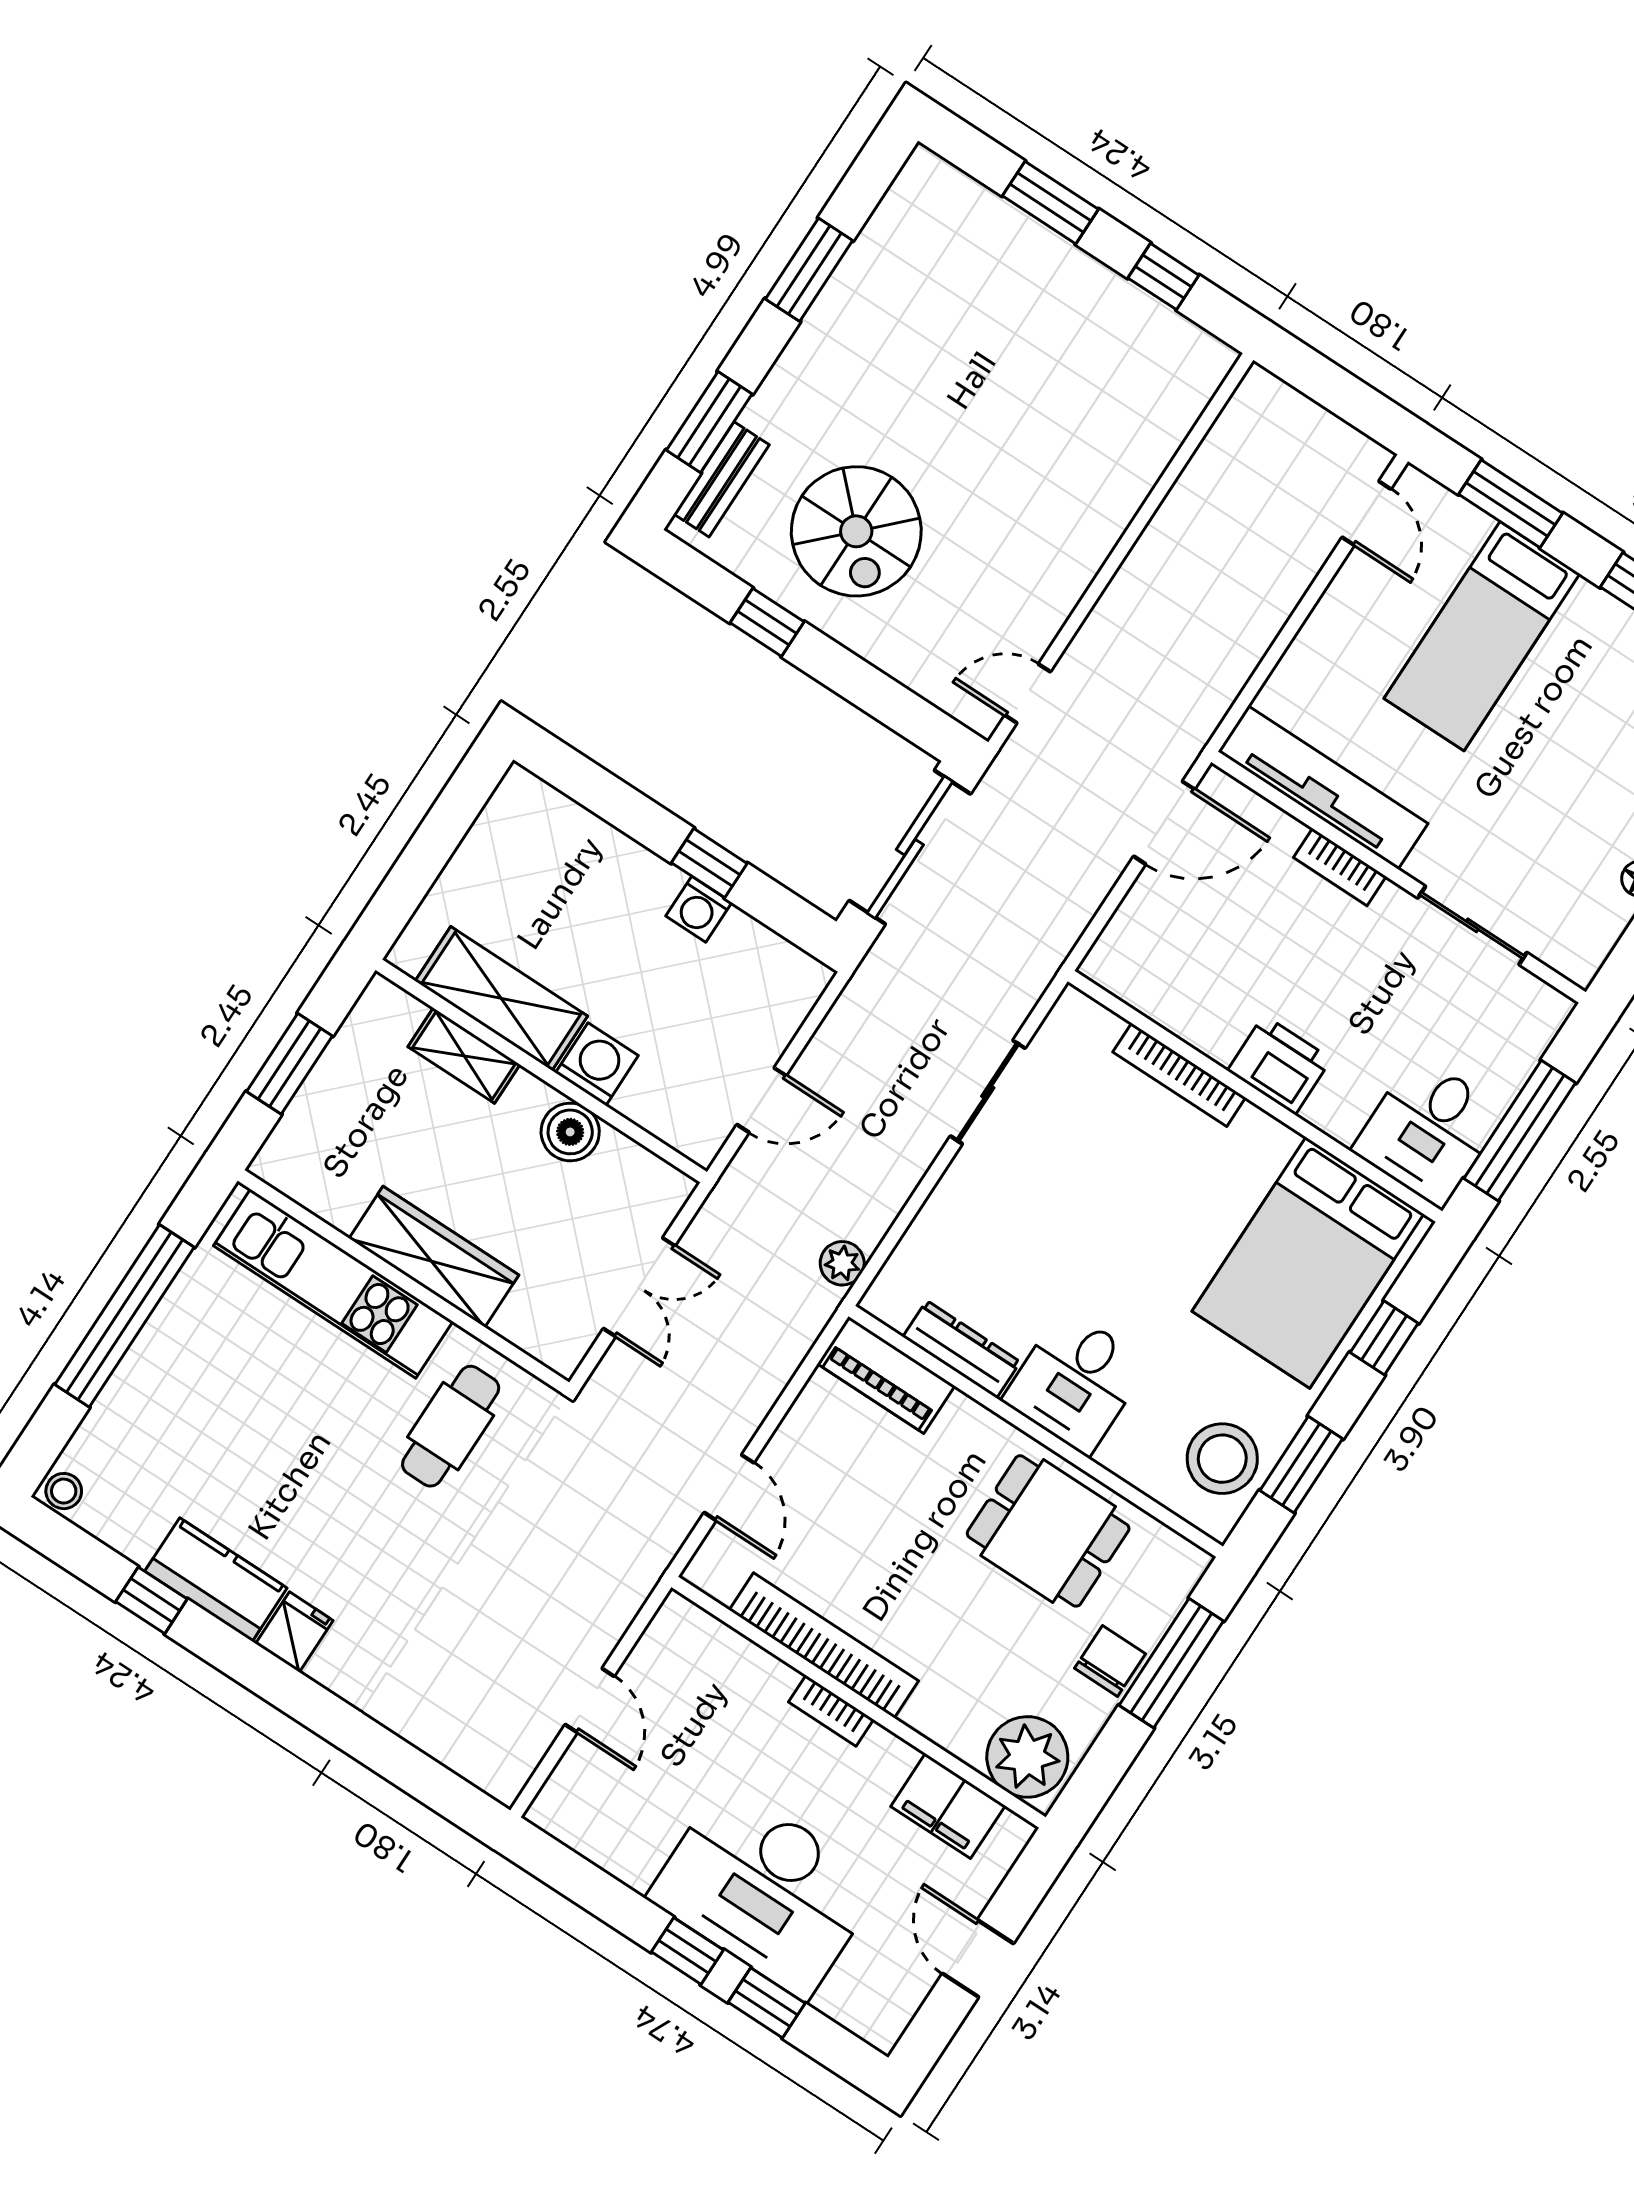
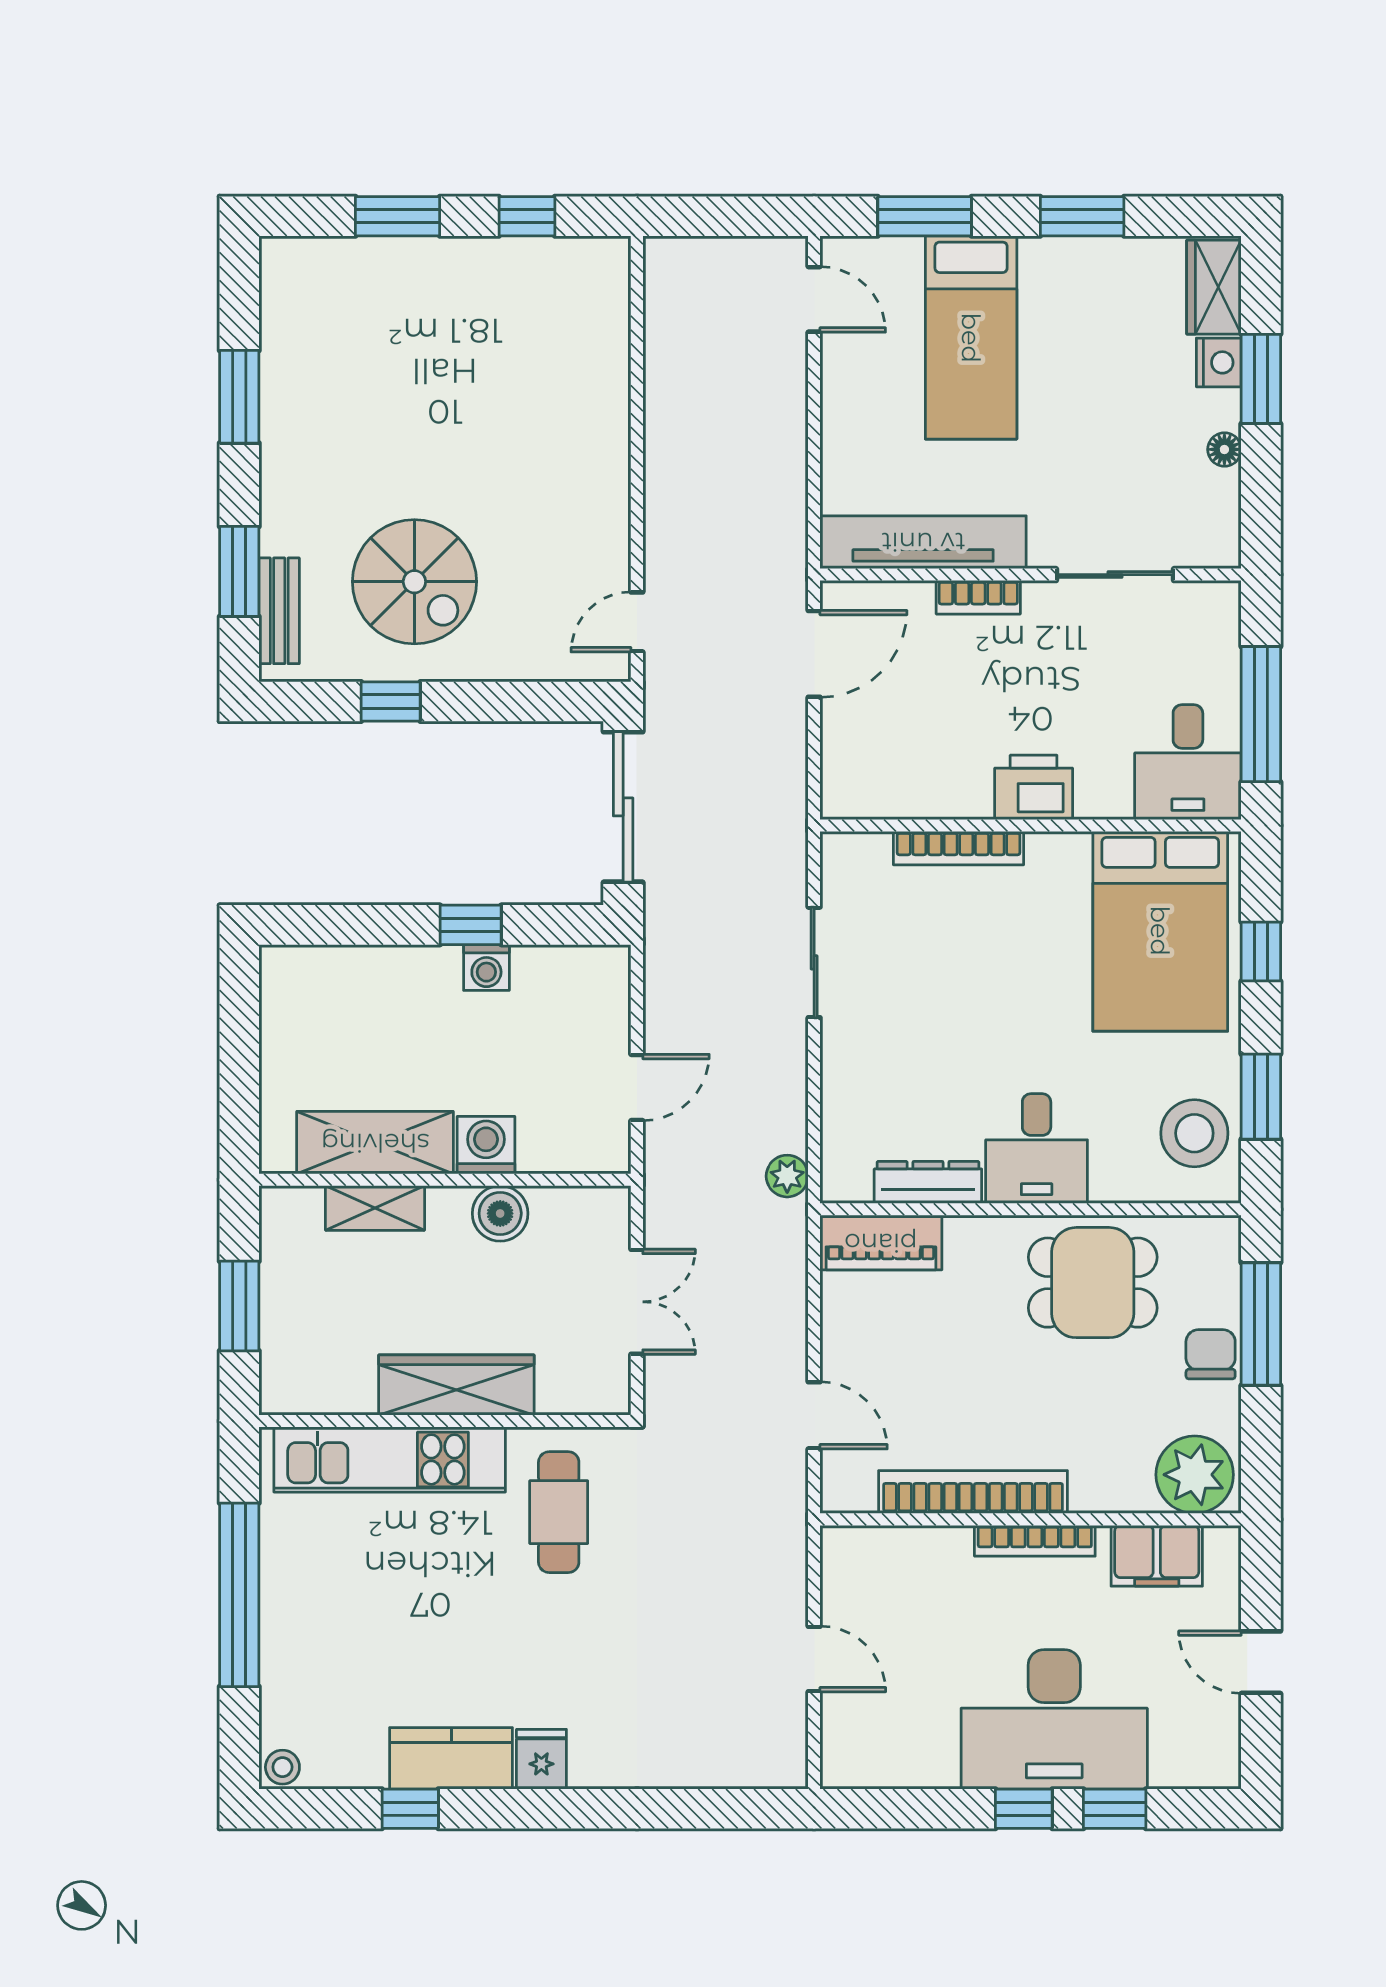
bookcase: (831, 1711) -> (1035, 1541), width x1.56

